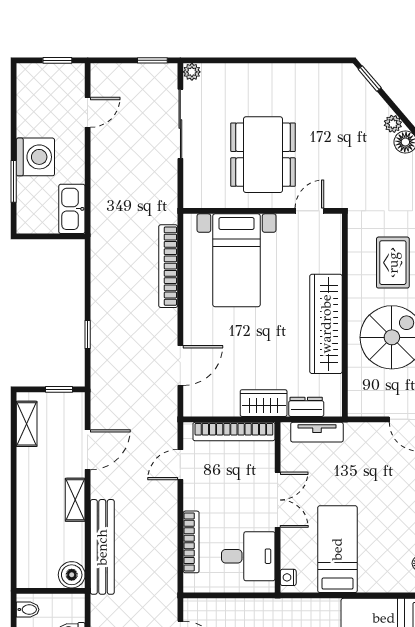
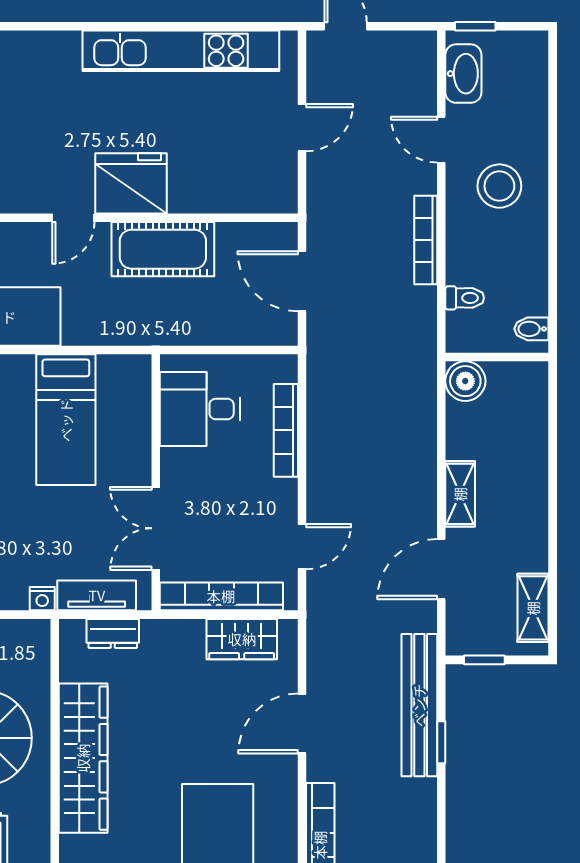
door: (180, 366) -> (302, 724), moved
wardrobe: (264, 403) -> (242, 639), moved
double door: (278, 500) -> (156, 528), moved
bench: (102, 547) -> (419, 705), moved
nightstand: (288, 577) -> (42, 599), moved, turned 90

